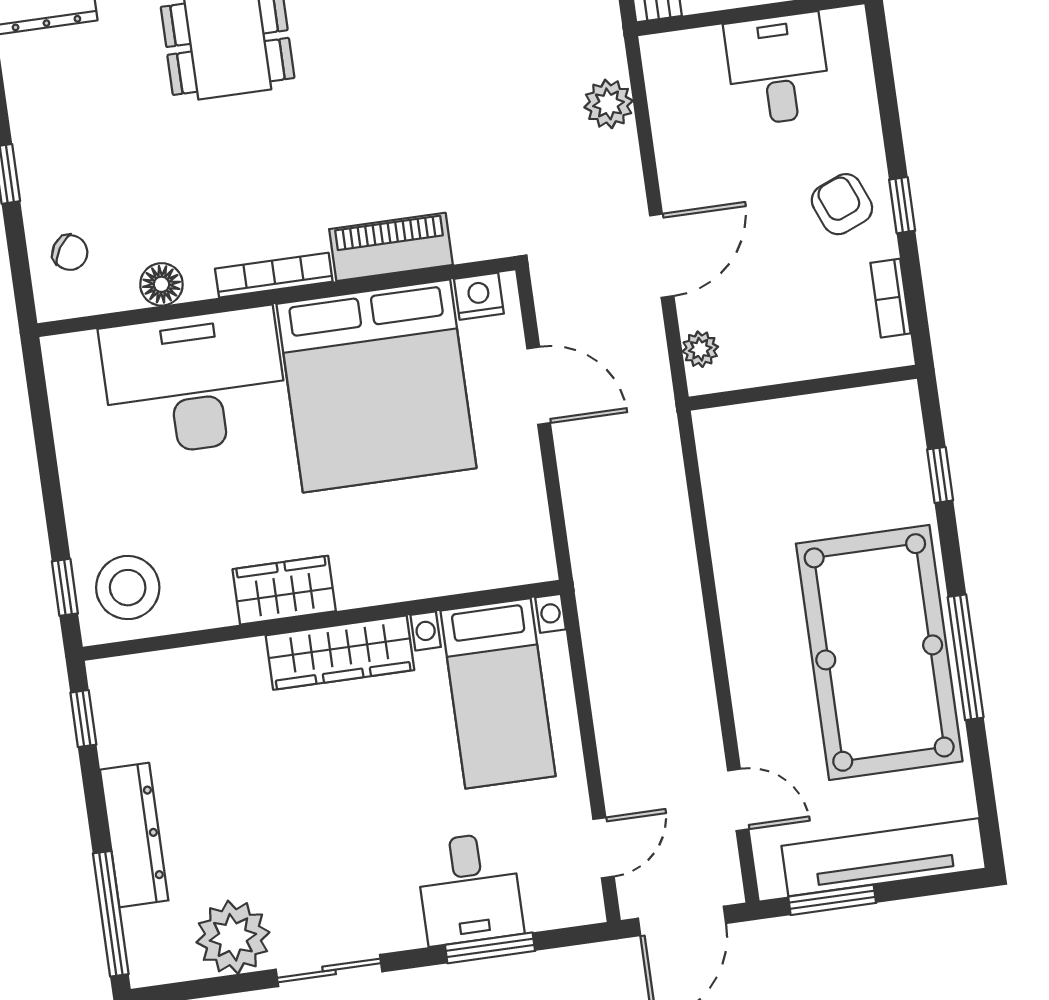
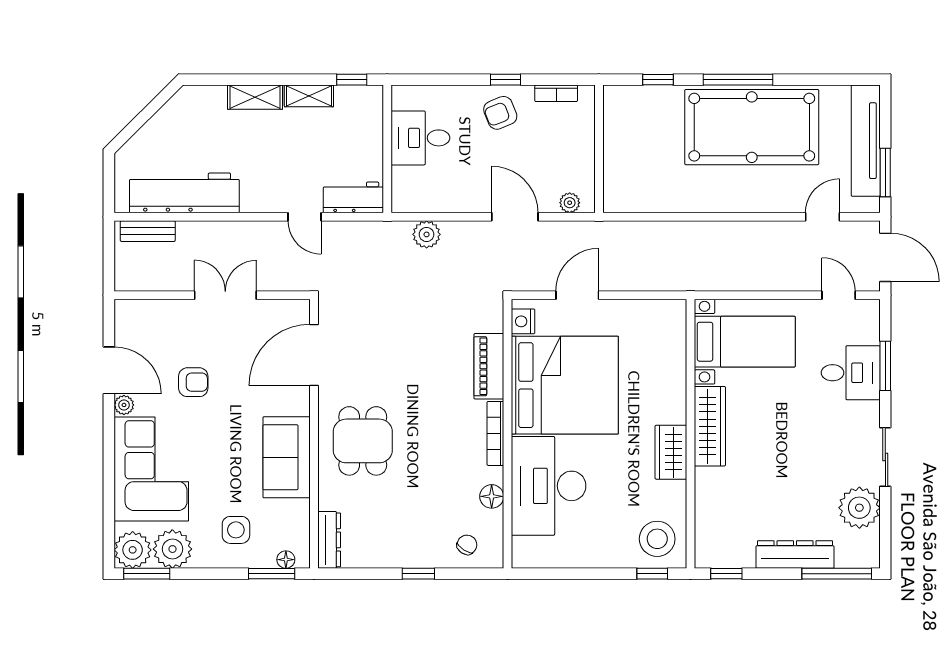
window: (966, 657) -> (738, 80), moved

